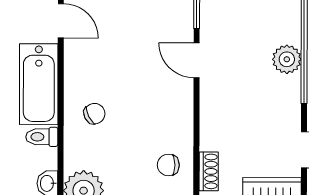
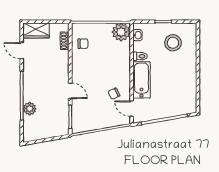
plant: (287, 59) -> (30, 109), moved
chair: (94, 114) -> (114, 94), moved

